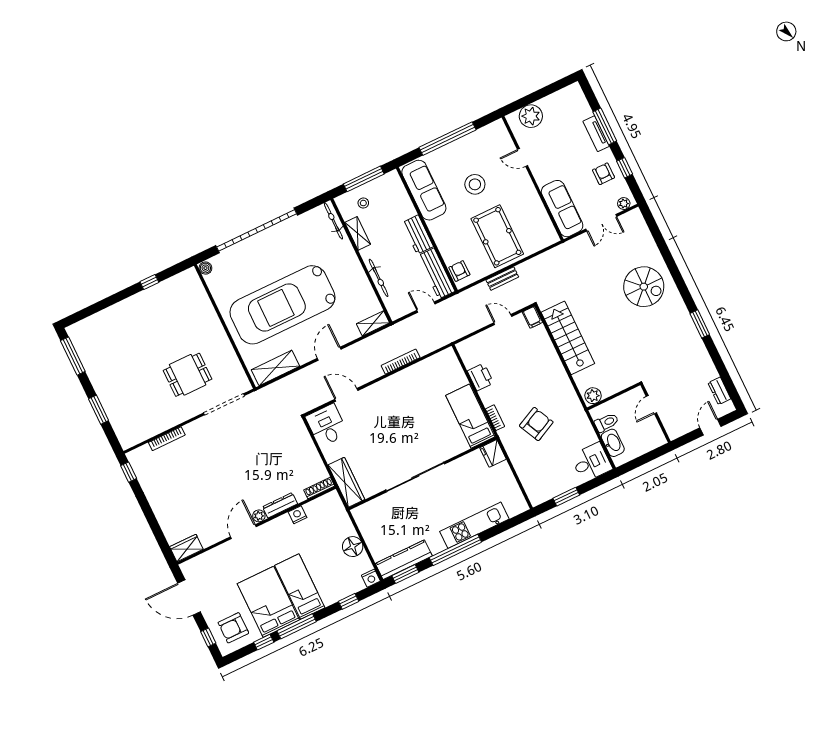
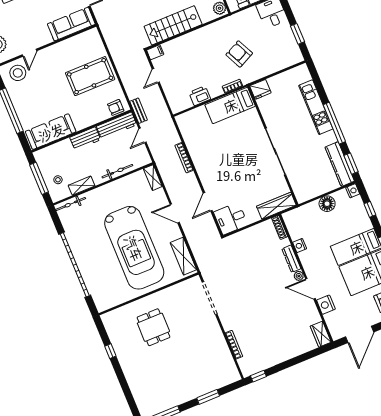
stool: (475, 184) -> (18, 73), moved
boiler: (205, 268) -> (102, 307), removed
bench: (502, 279) -> (139, 111), moved
dining table: (188, 375) -> (153, 327), moved
nightstand: (224, 552) -> (326, 305), added

